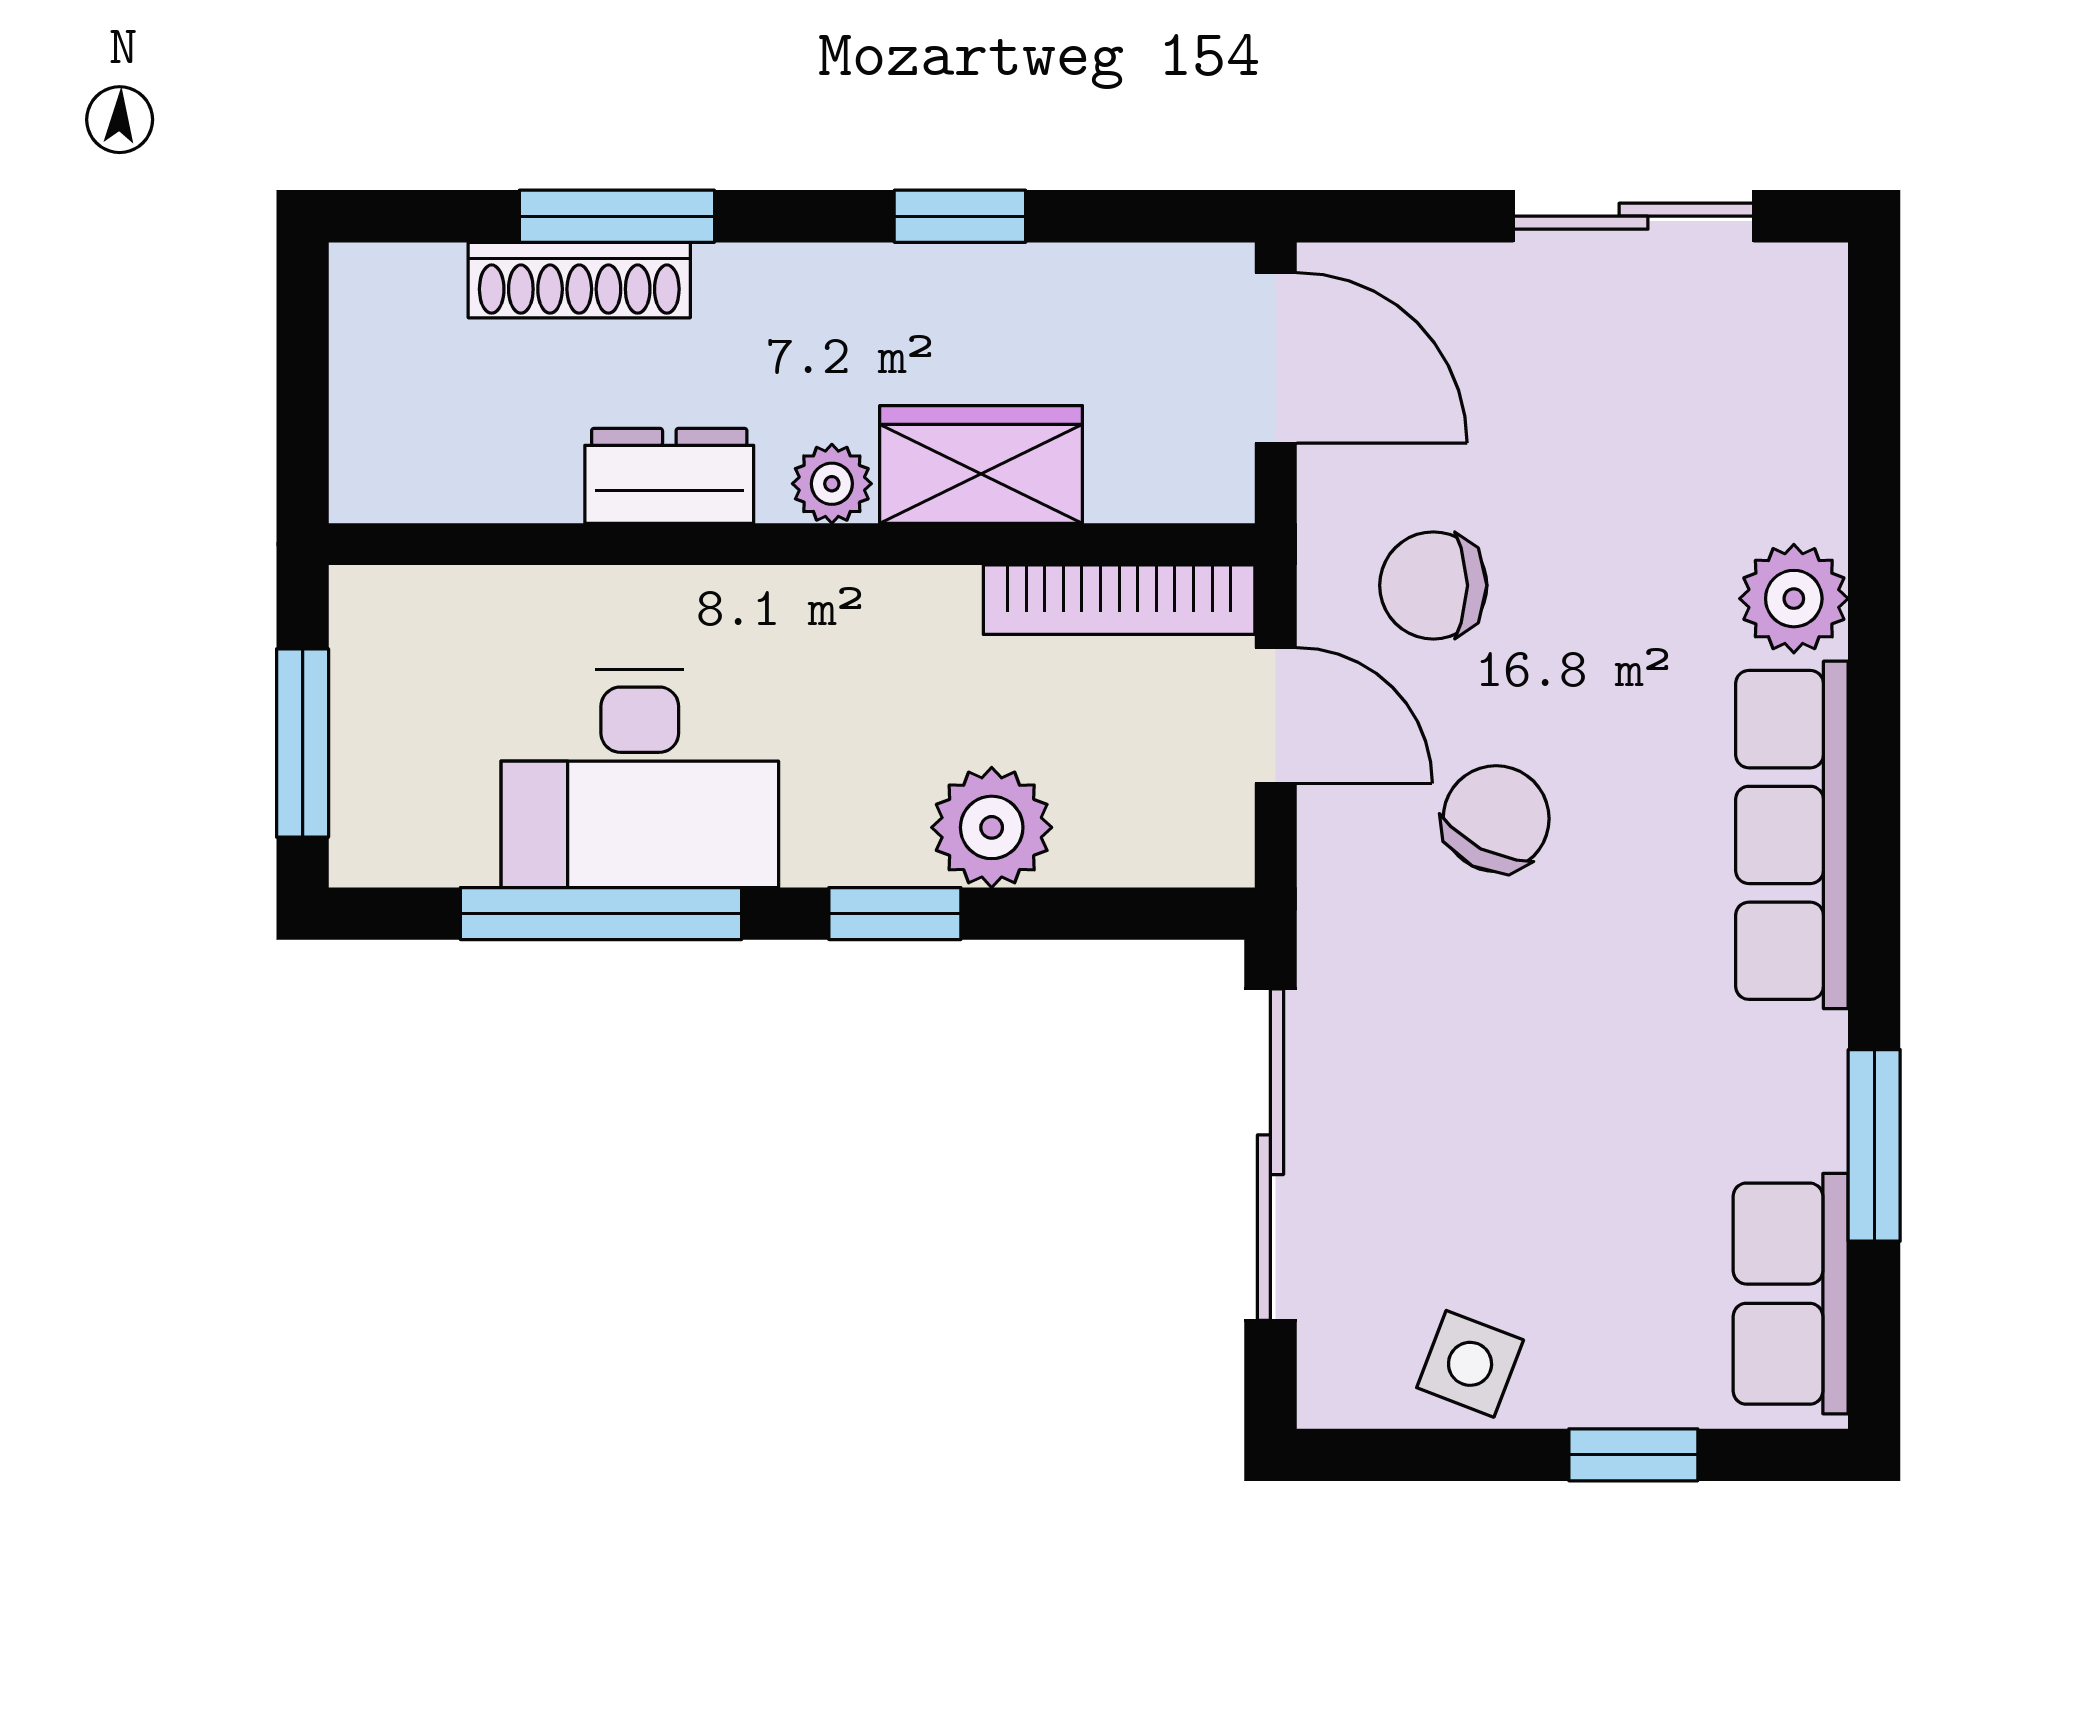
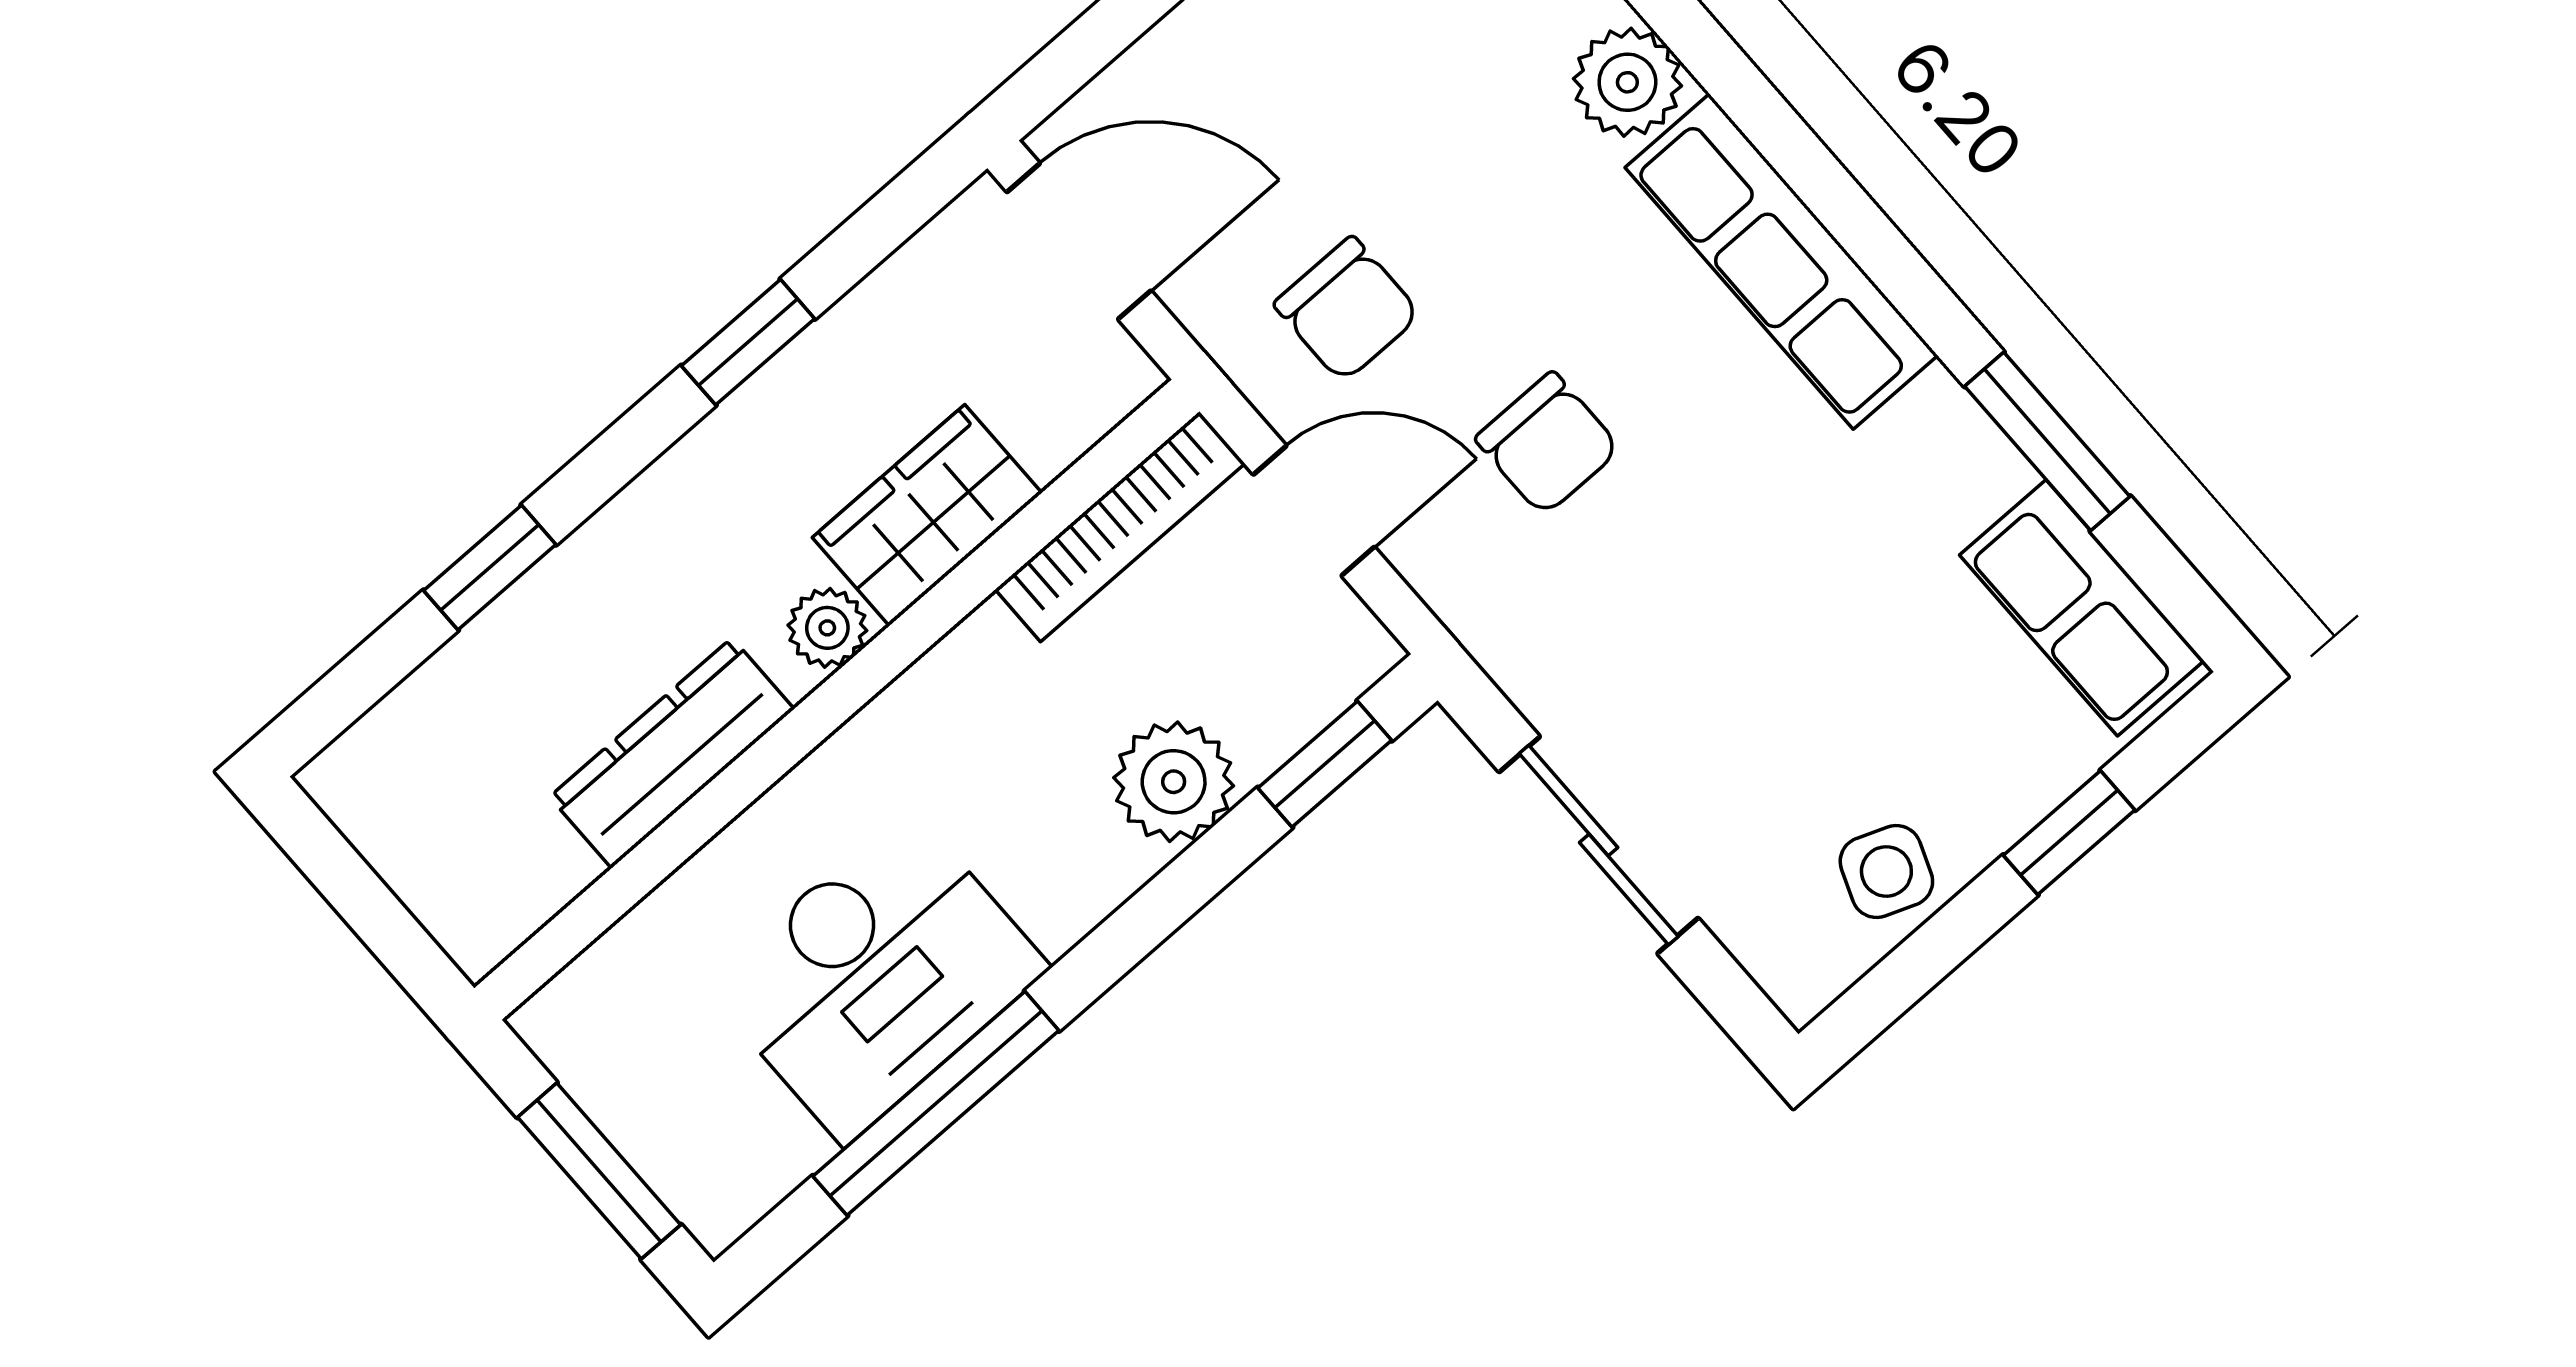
window: (617, 216) -> (490, 568), width x0.67
shoe rack: (579, 280) -> (503, 640), removed
dresser: (669, 476) -> (672, 753), width x1.44
chair: (1433, 585) -> (1347, 309), turned -90
chair: (1496, 819) -> (1548, 444), turned 153
window: (895, 914) -> (1325, 764), moved
sliding door: (1270, 1155) -> (1599, 845), width x0.73

